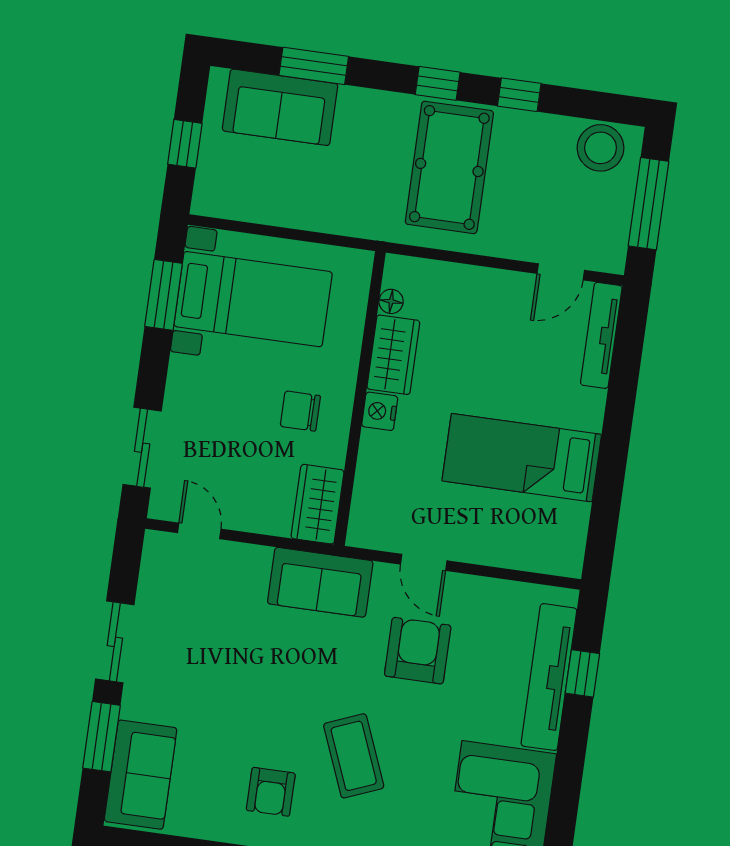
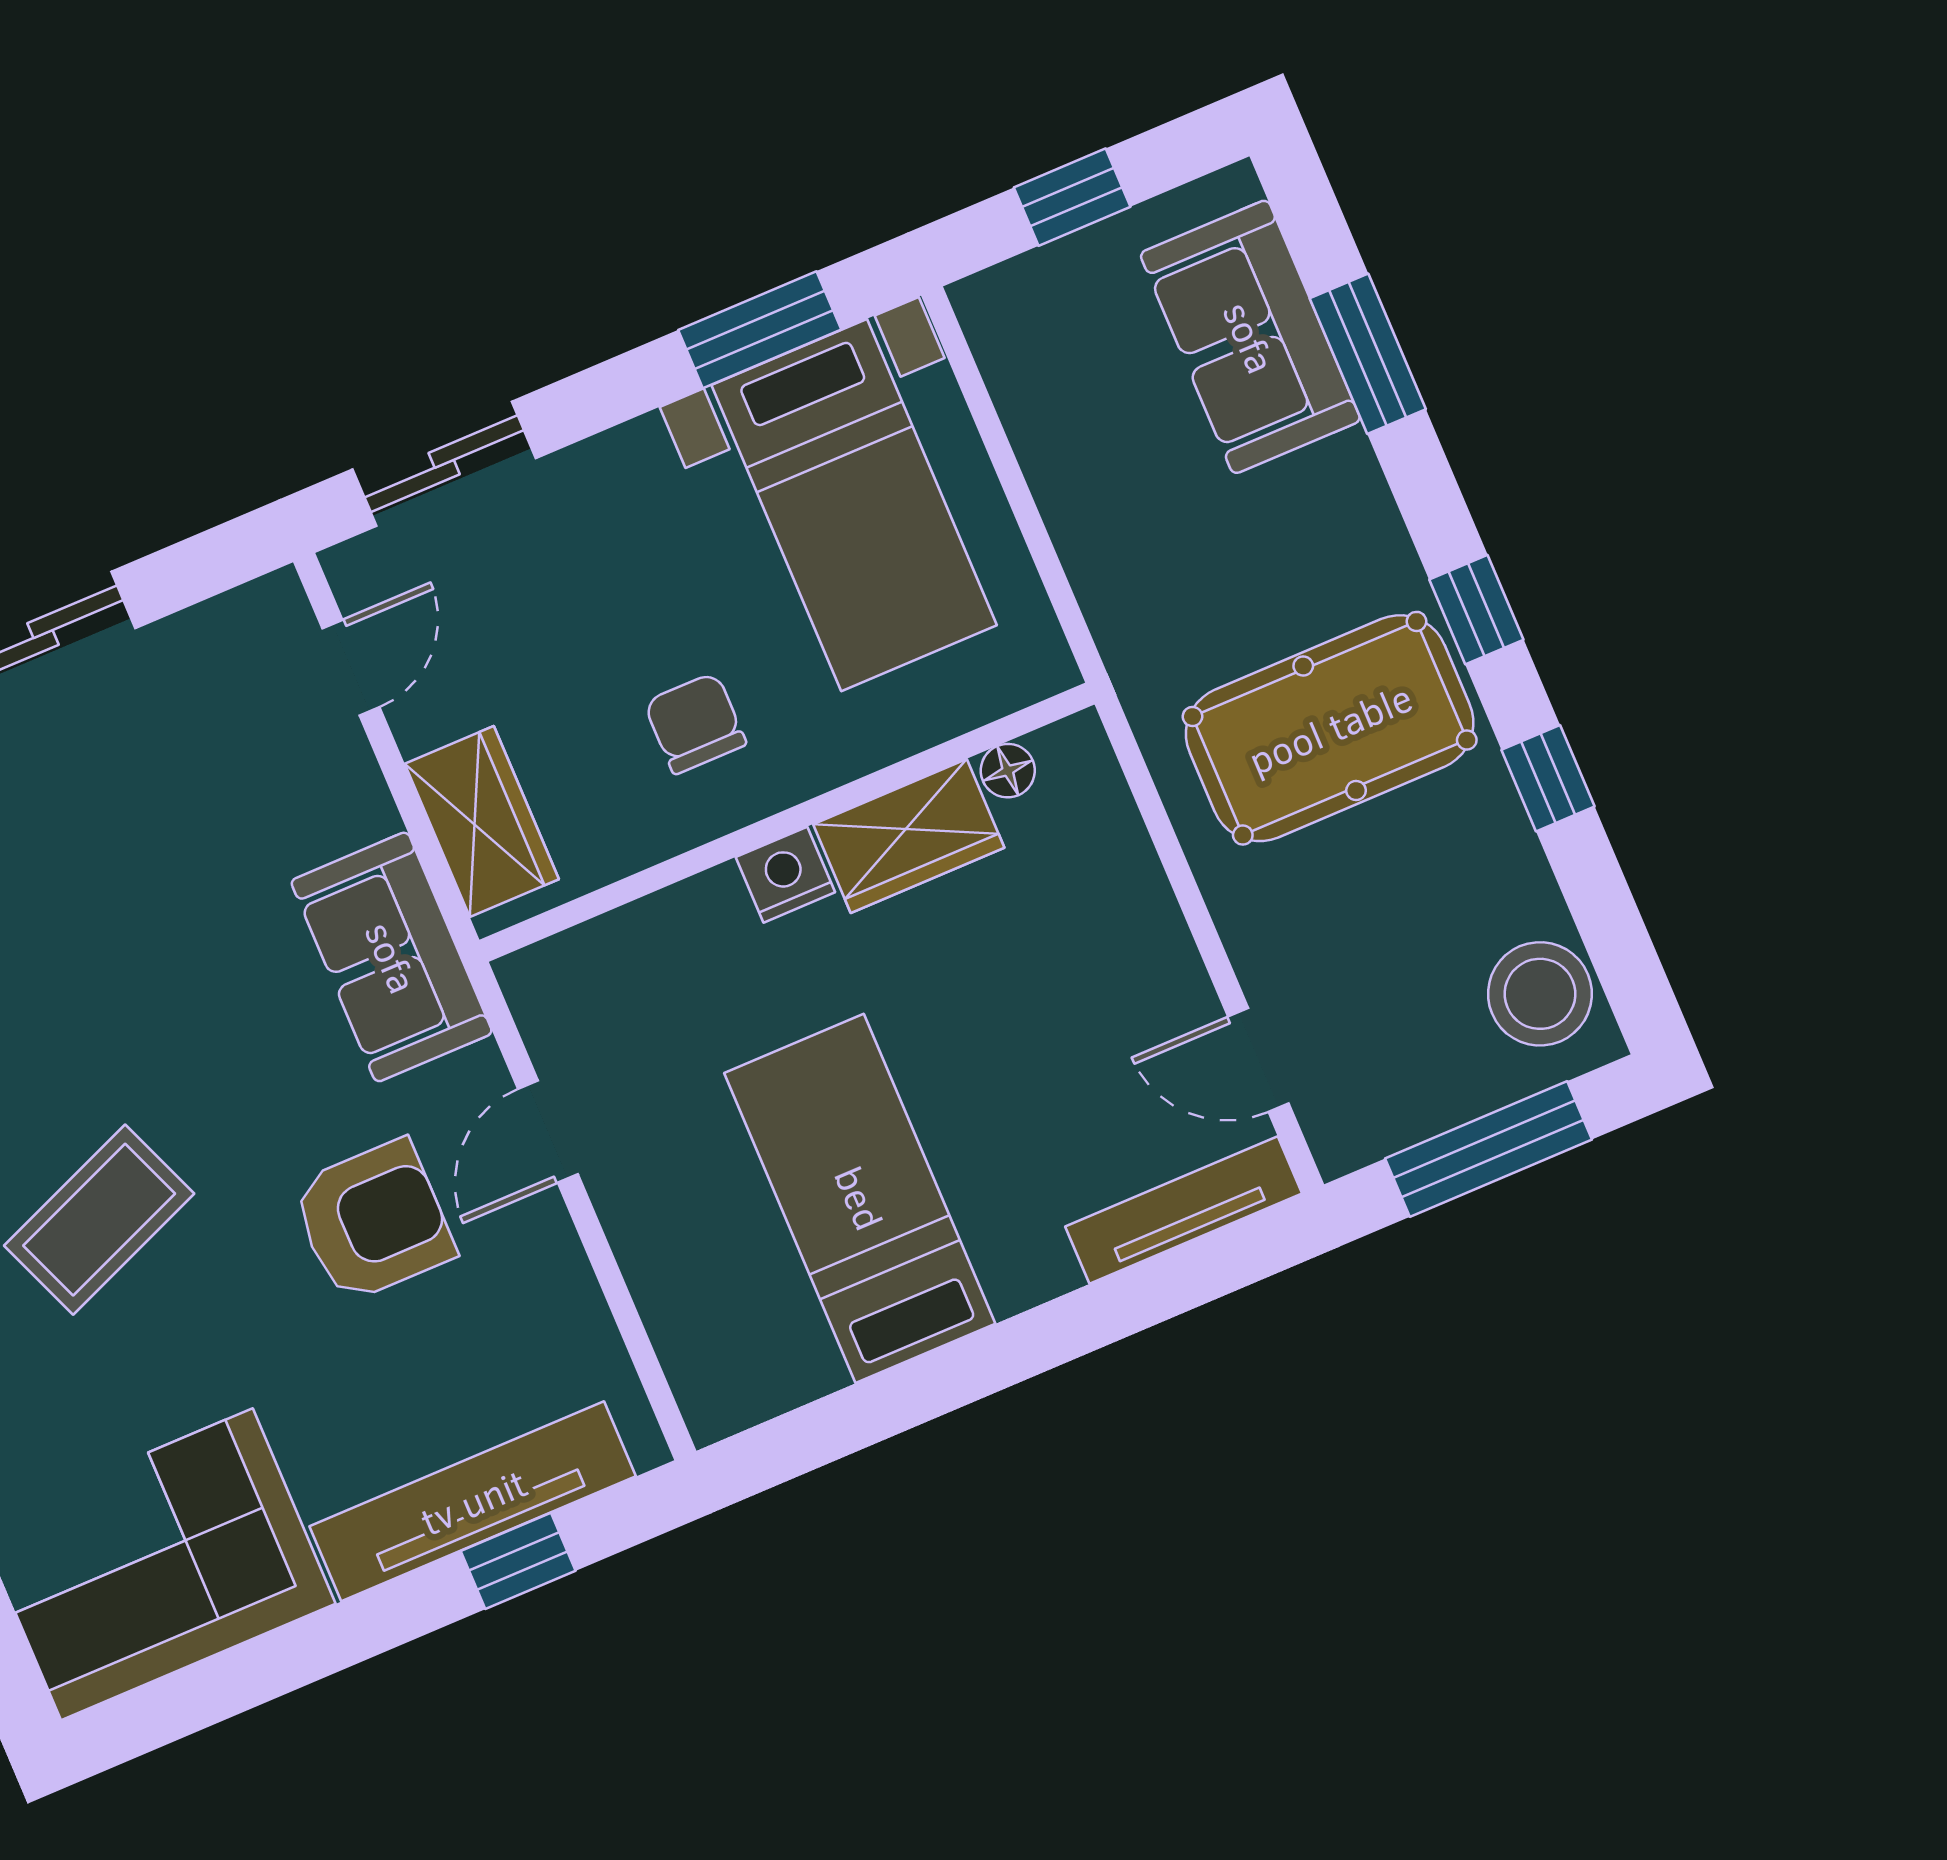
wardrobe: (318, 504) -> (482, 821), moved, turned 90

